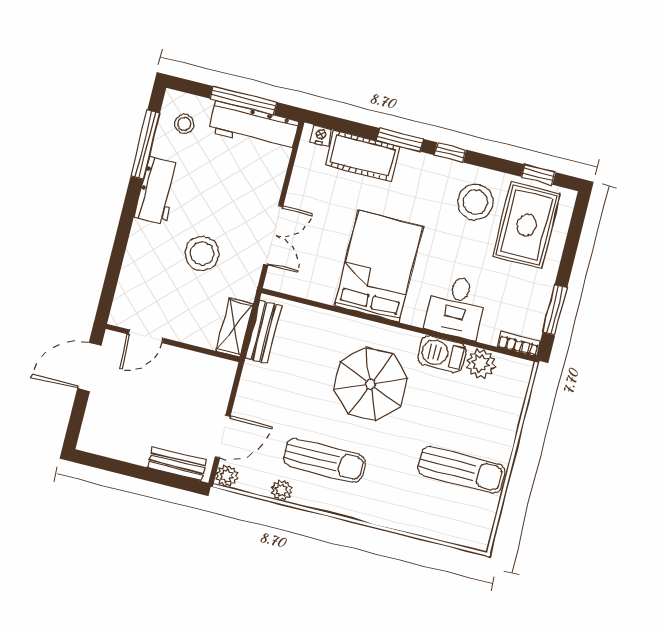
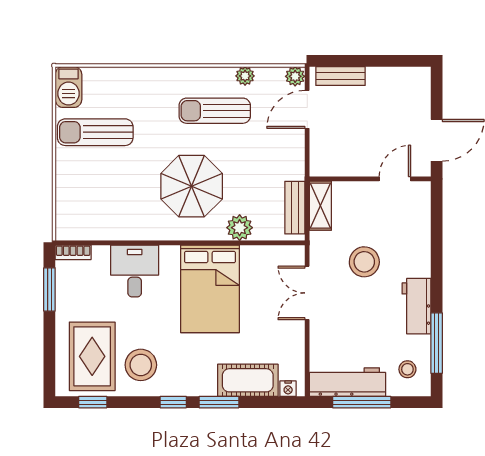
barbecue: (442, 354) -> (69, 87), moved, turned 90
plant: (481, 363) -> (240, 228), moved

